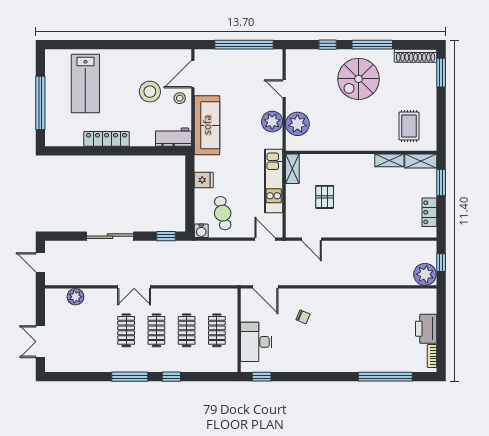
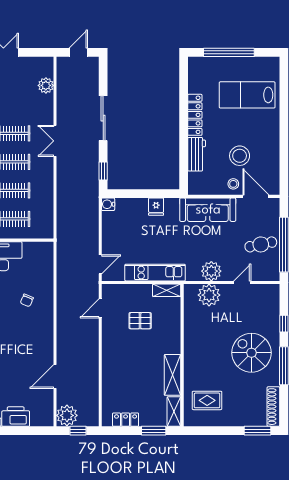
workbench: (173, 137) -> (197, 154), moved
shelving: (389, 160) -> (173, 375), width x1.50, depth x1.33
cafe table: (223, 213) -> (261, 244), moved
door: (265, 287) -> (55, 377), moved

